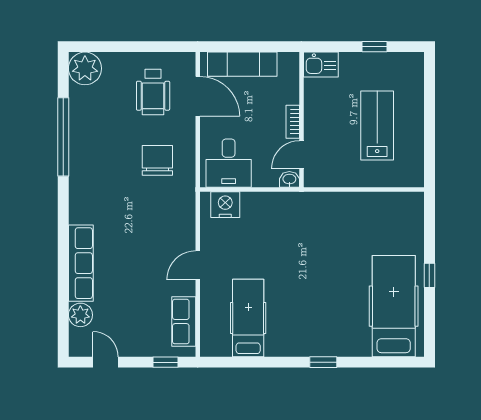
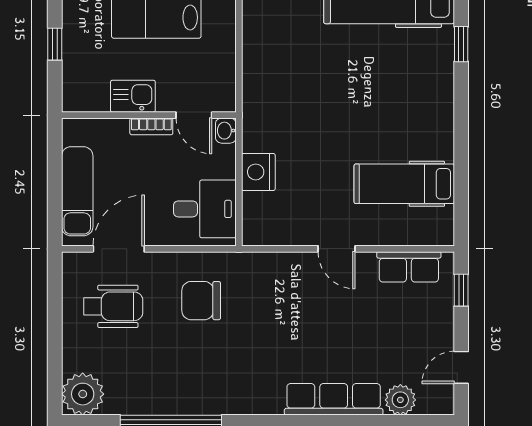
window: (375, 47) -> (55, 44), moved
kitchen sink: (321, 65) -> (133, 96), moved, turned -90
nightstand: (225, 205) -> (258, 172), moved
window: (323, 362) -> (461, 44), moved

